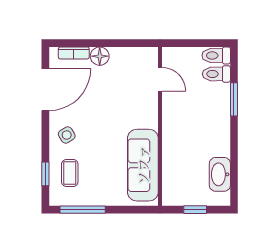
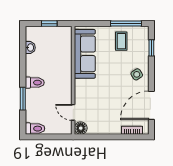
floor lamp: (100, 56) -> (81, 128), moved
toilet: (216, 74) -> (35, 83), moved
coffee table: (70, 173) -> (121, 41), moved
washbasin: (220, 174) -> (30, 48), width x0.52, depth x0.69

